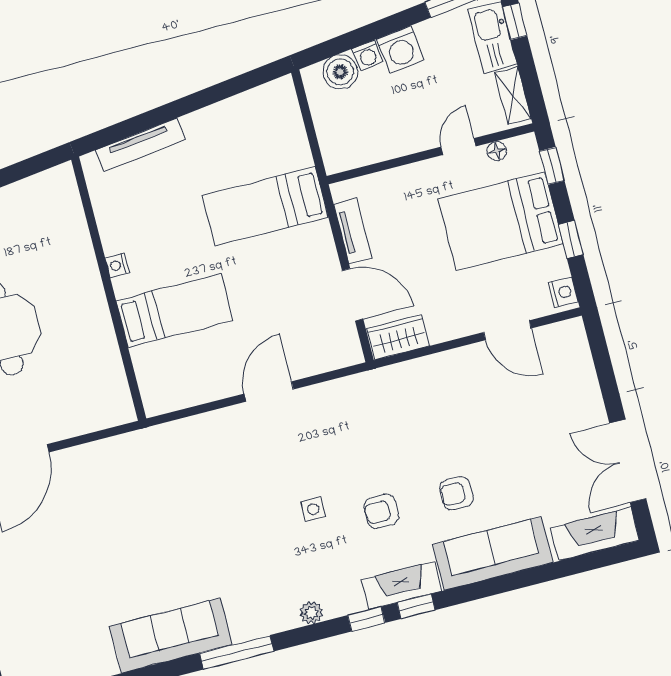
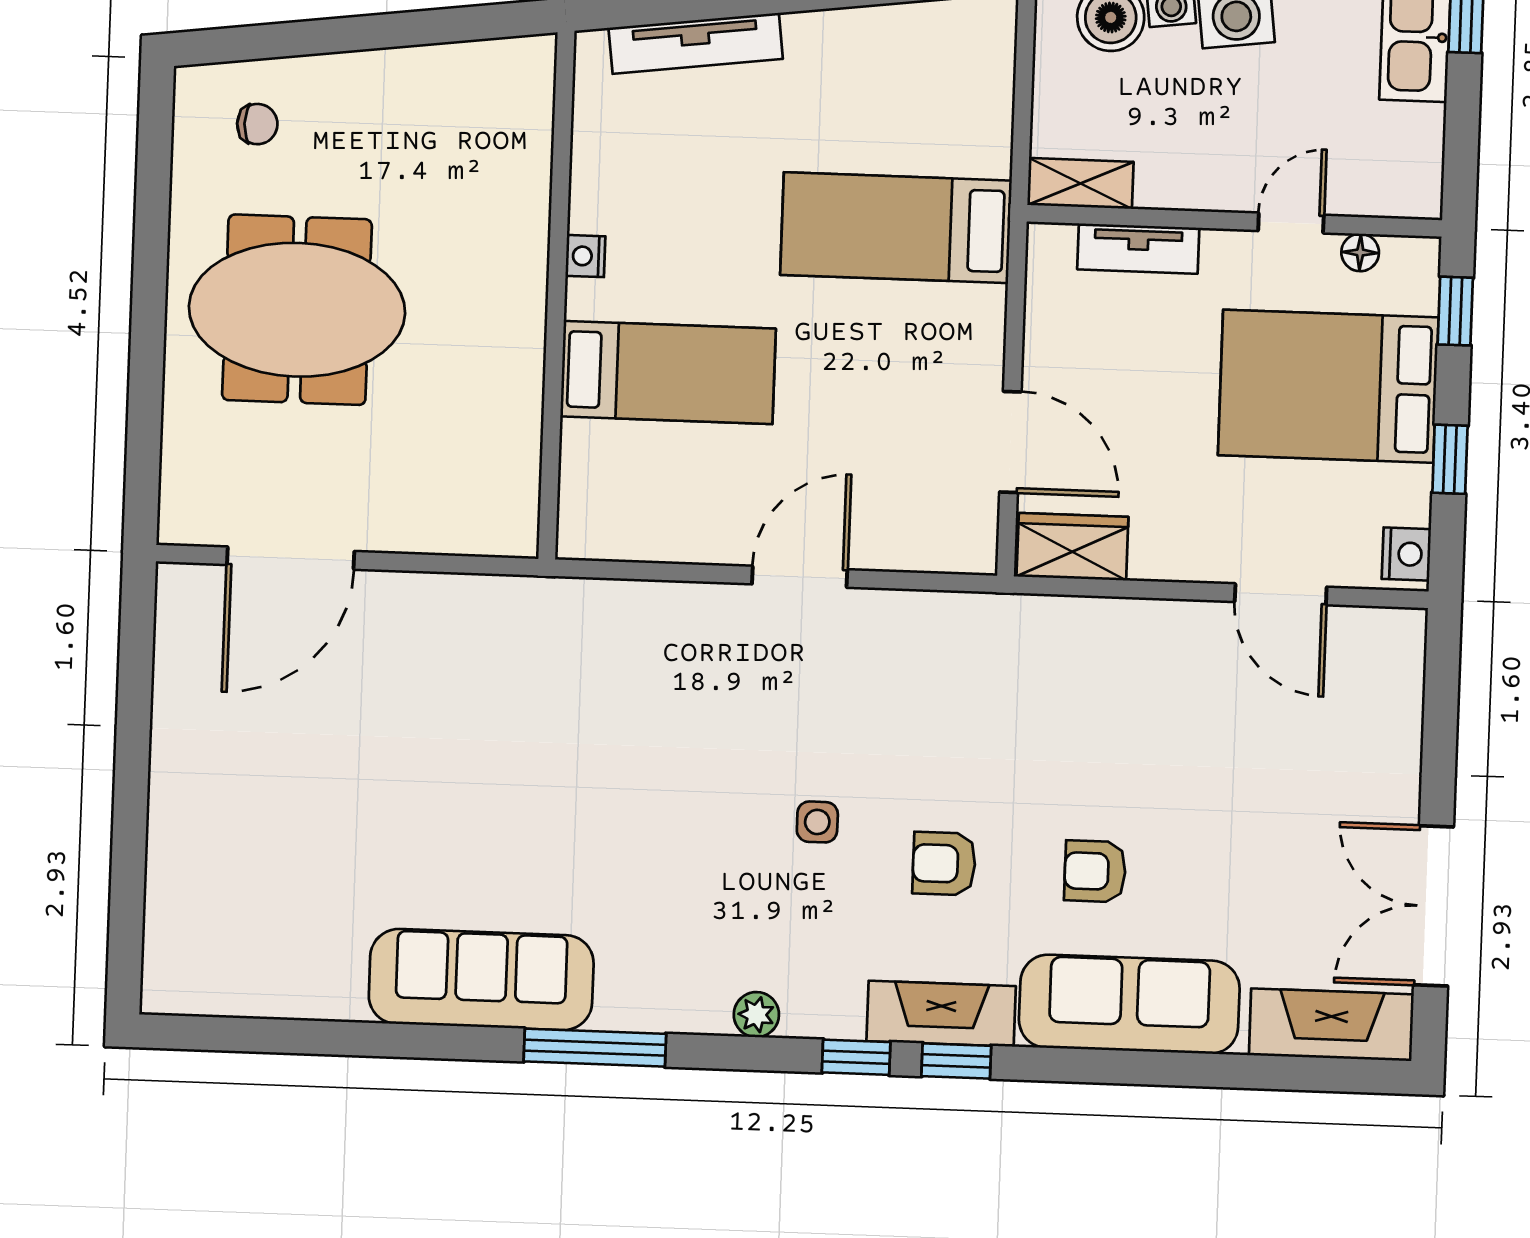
shelving: (513, 96) -> (1080, 183), moved, turned 90
tv unit: (353, 231) -> (1138, 249), moved, turned 90

